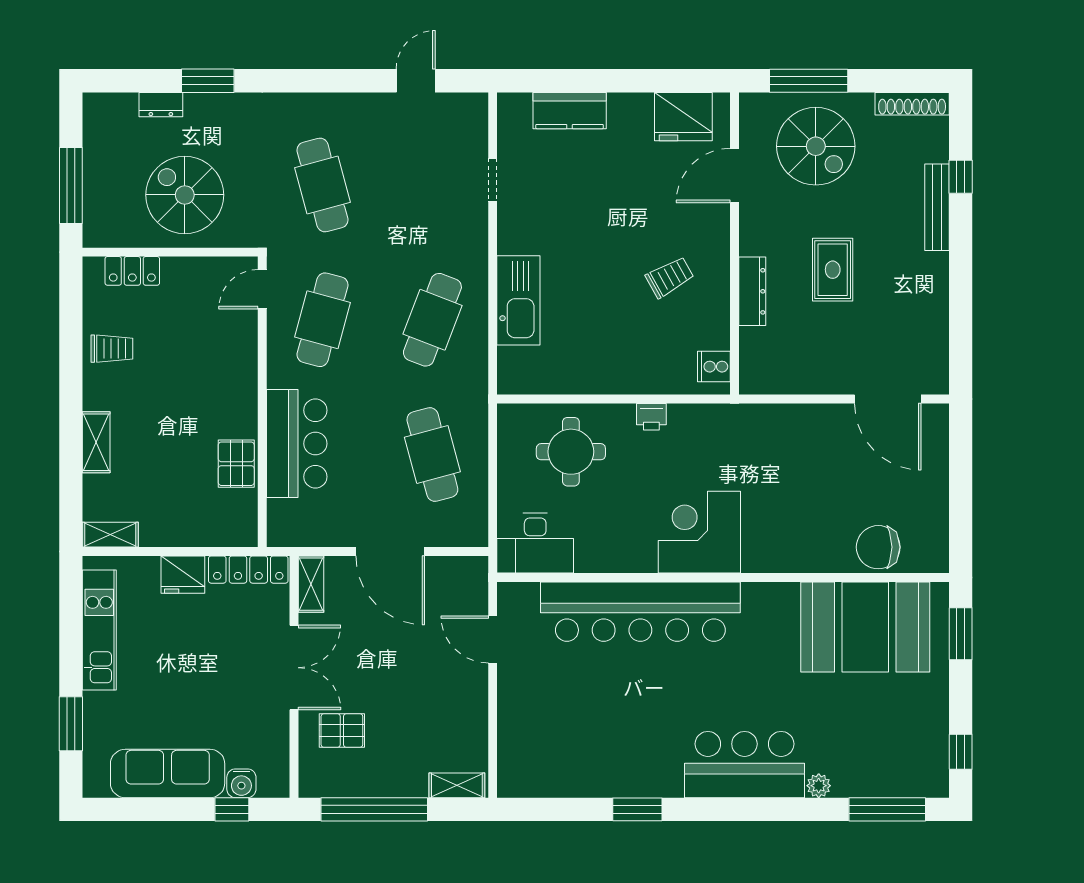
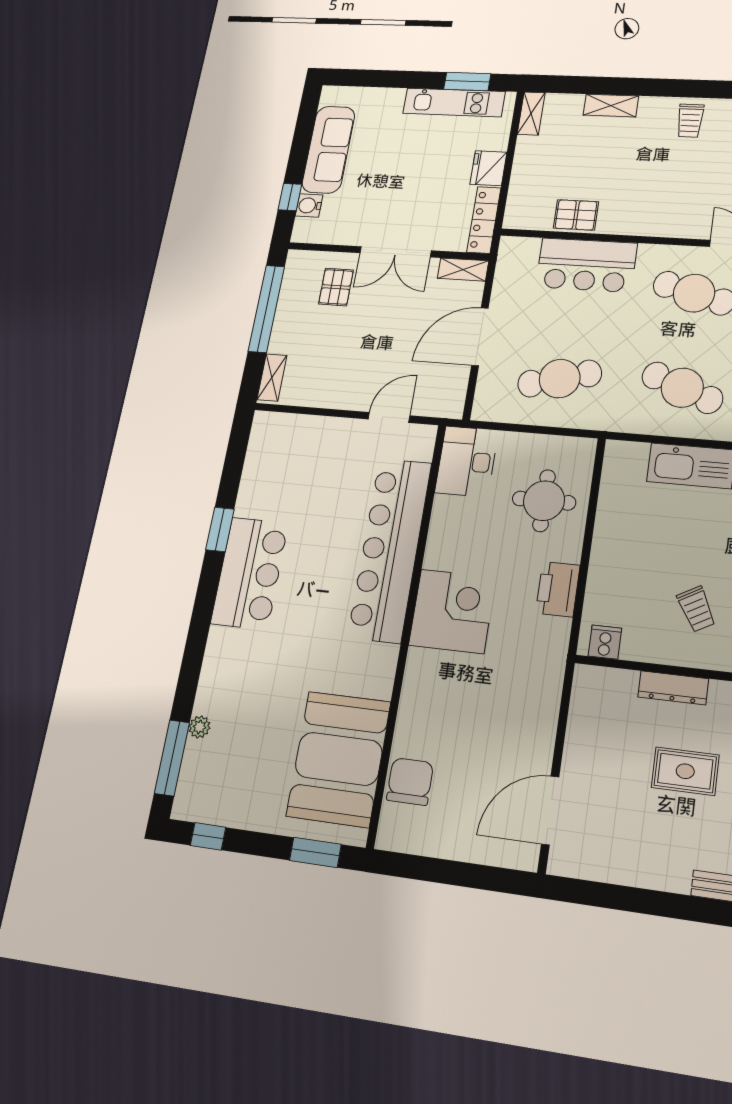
printer: (651, 417) -> (558, 589), width x1.87, depth x1.48
window: (71, 724) -> (467, 81), moved
bar counter: (744, 765) -> (250, 573), moved
plant: (819, 786) -> (199, 727), moved

